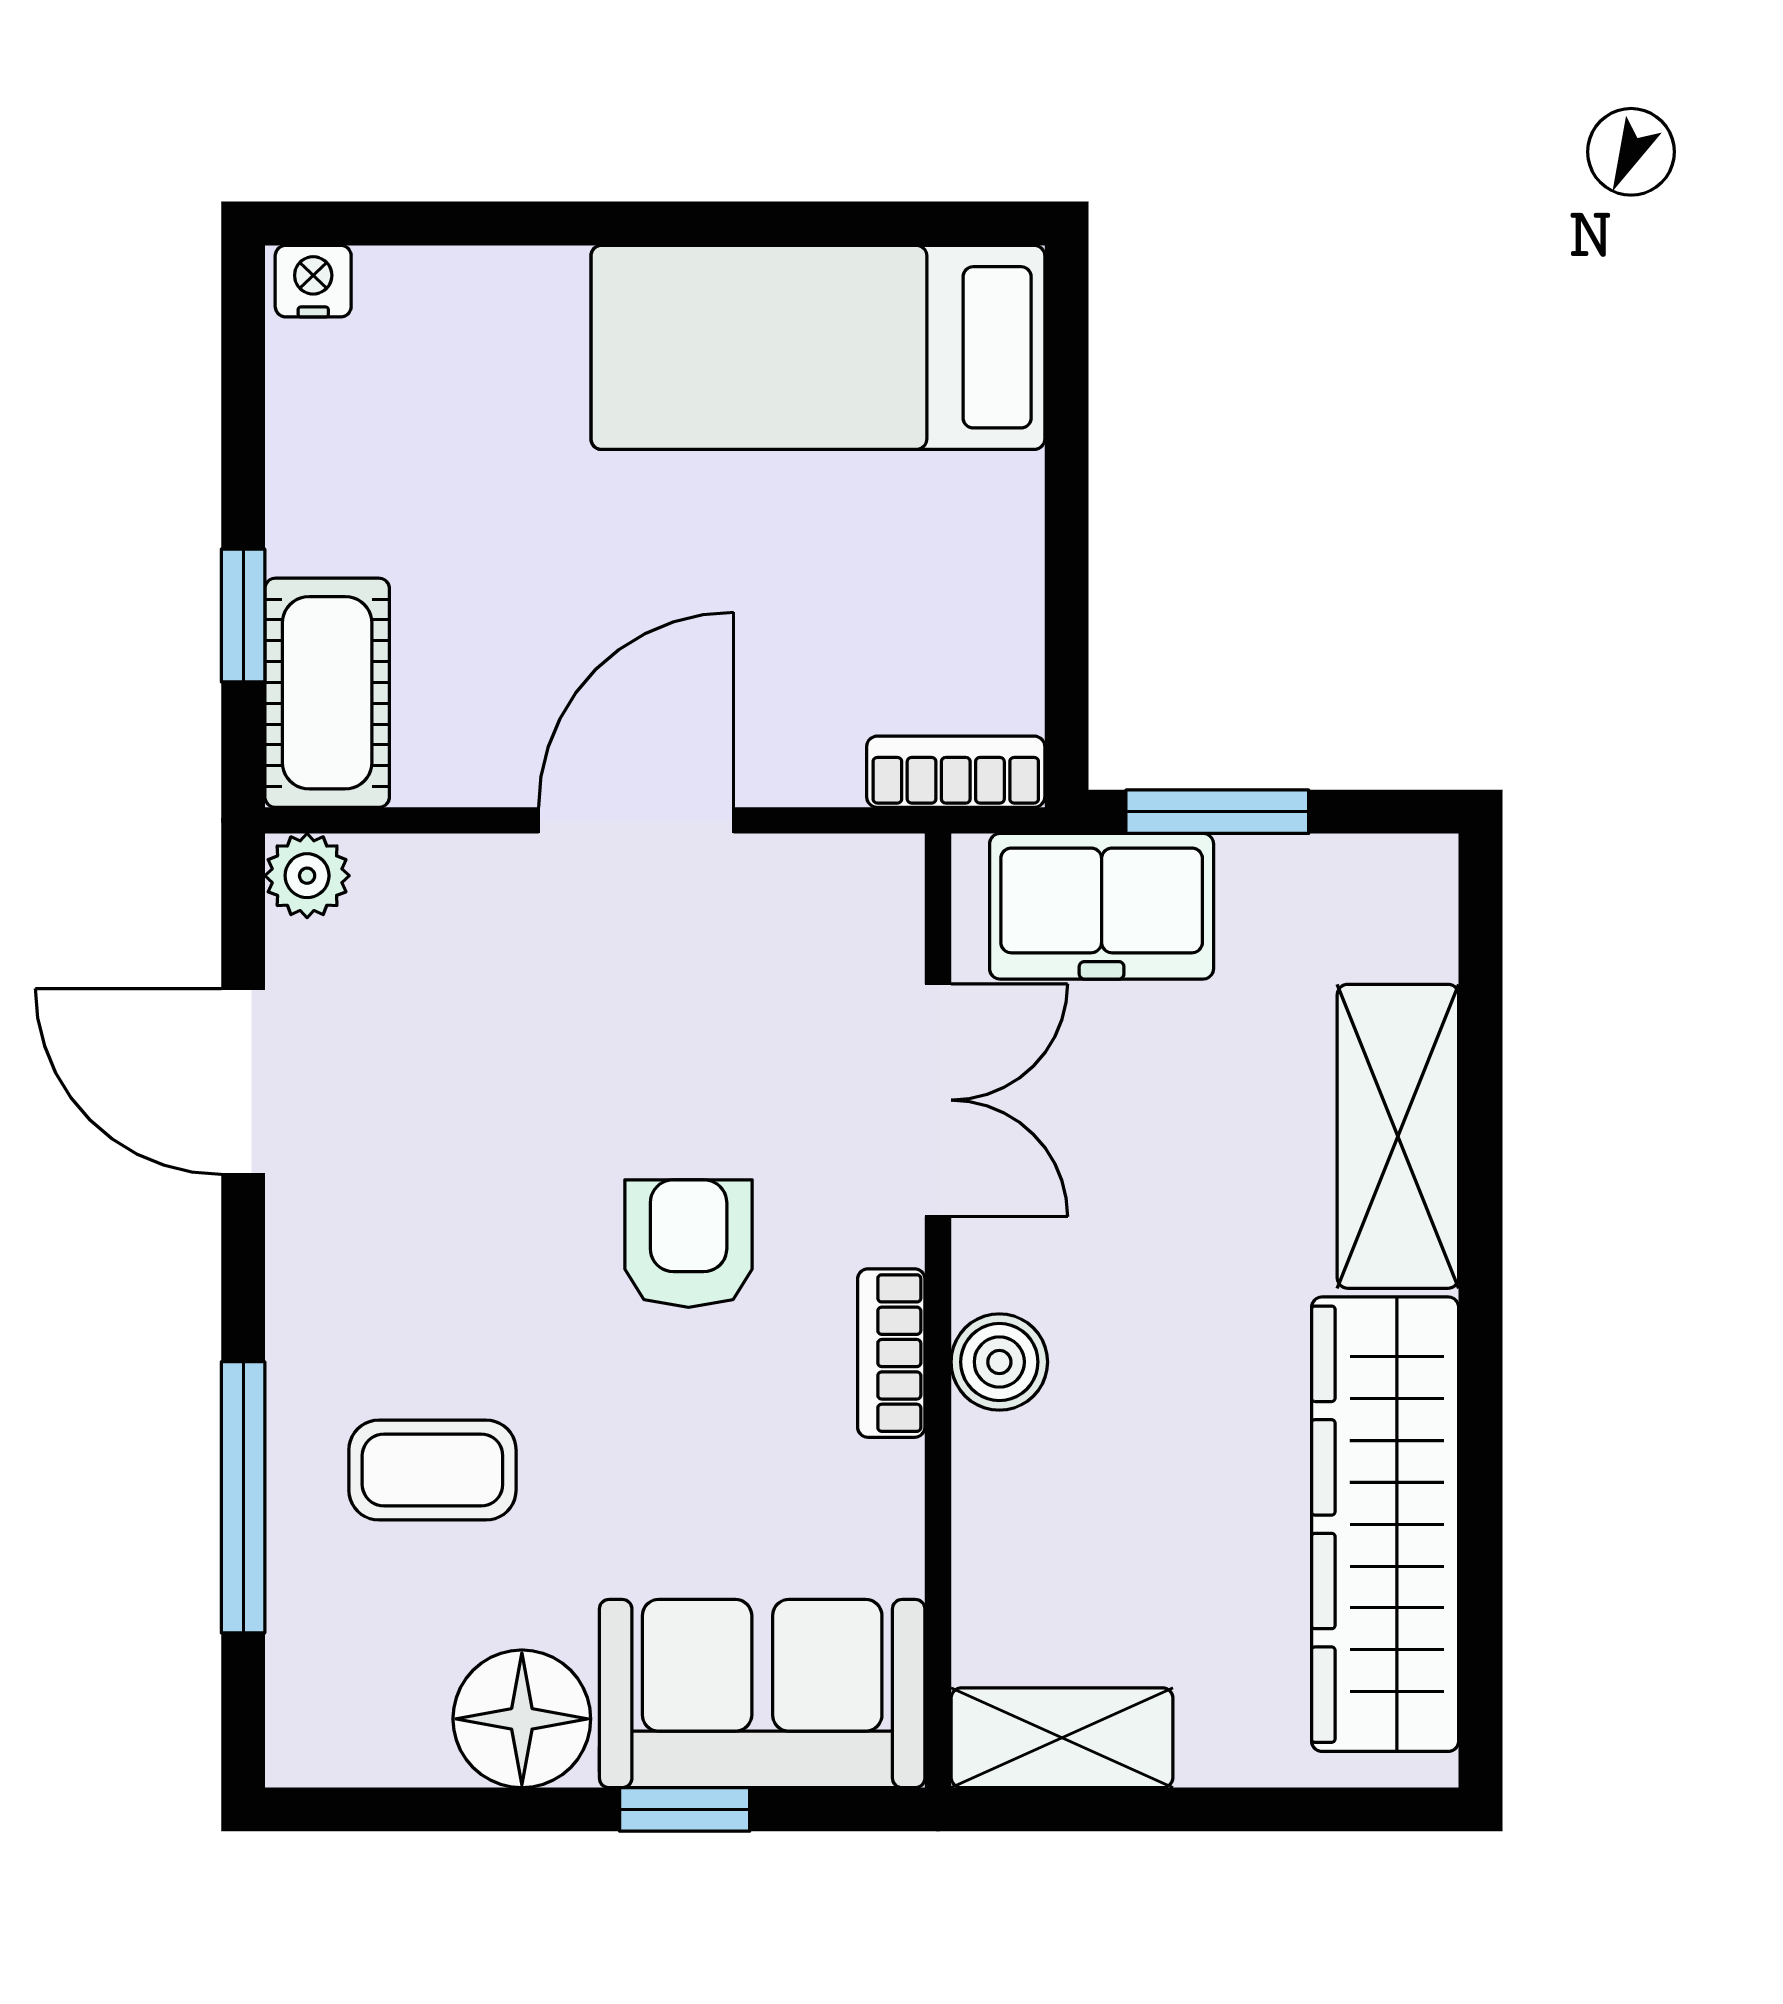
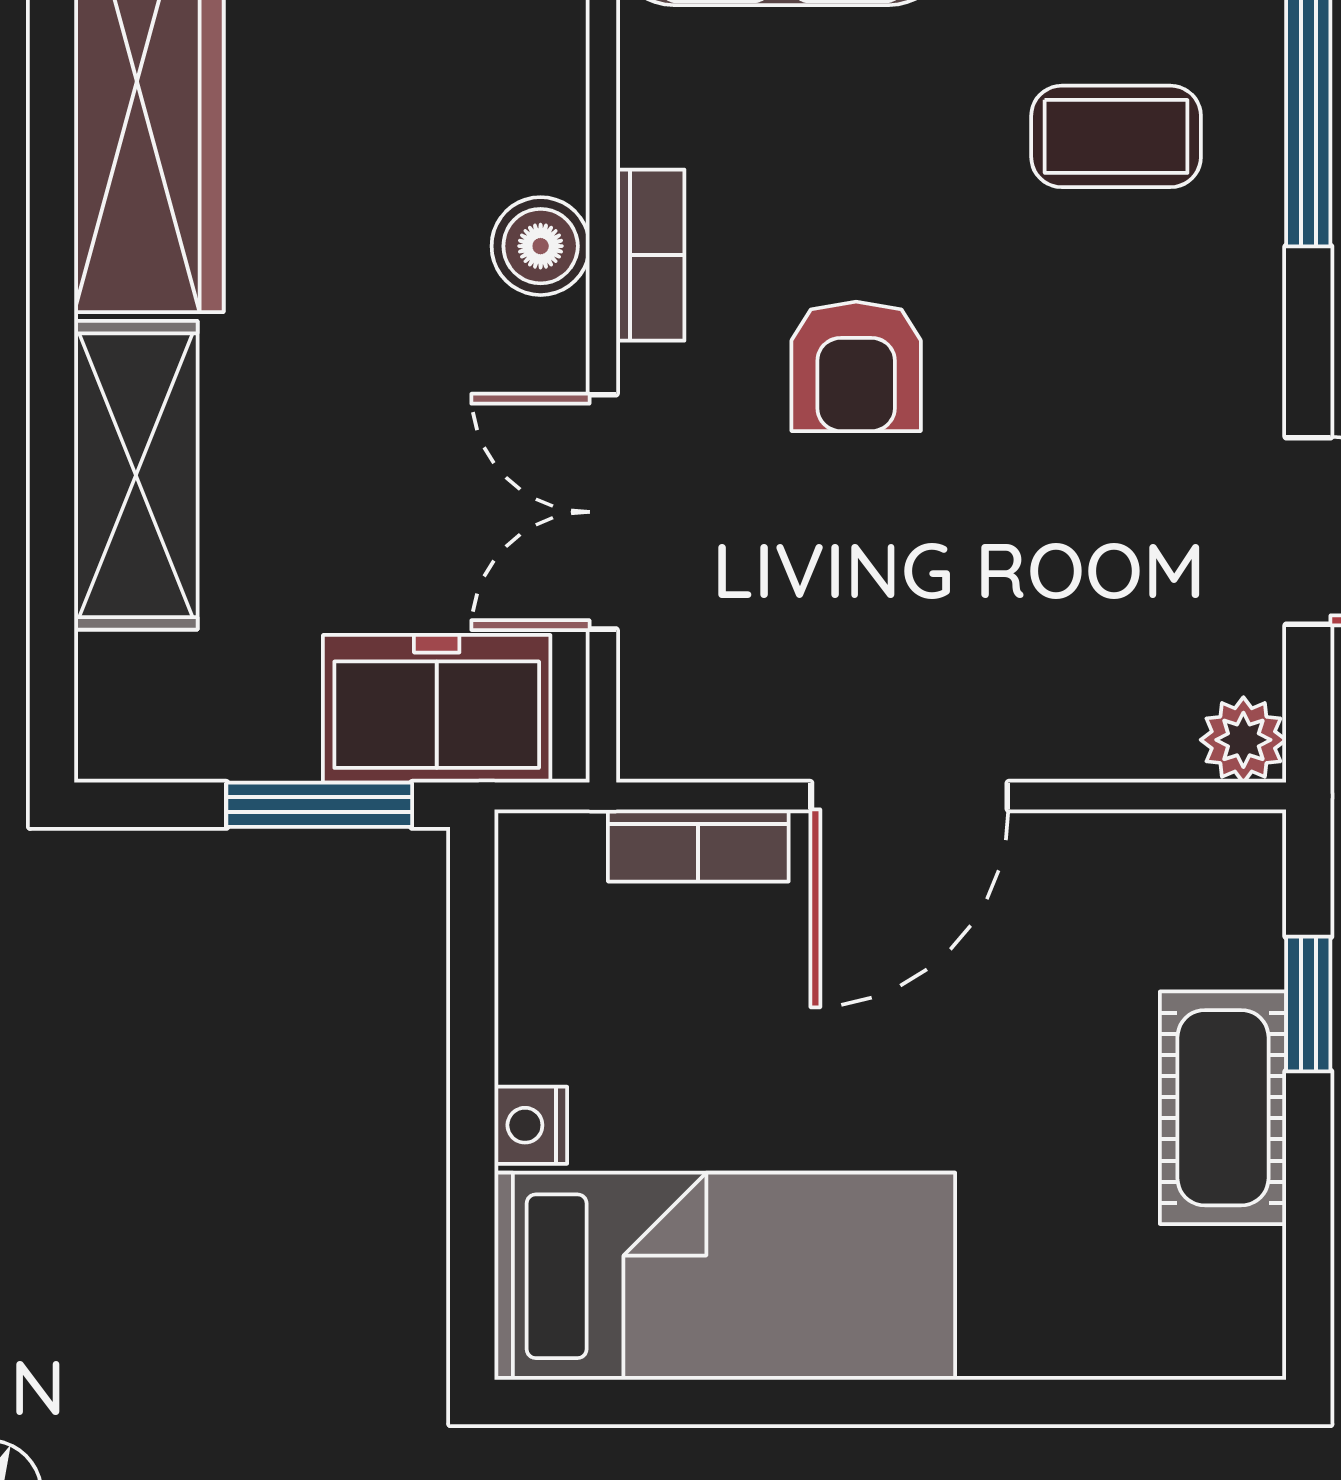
nightstand: (313, 281) -> (531, 1125), moved, turned 90
cot: (327, 693) -> (1223, 1108), moved
bookcase: (956, 772) -> (698, 845), moved

